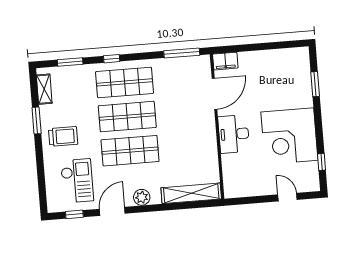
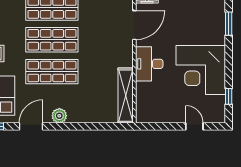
shelving: (191, 193) -> (126, 96), moved, turned 90

